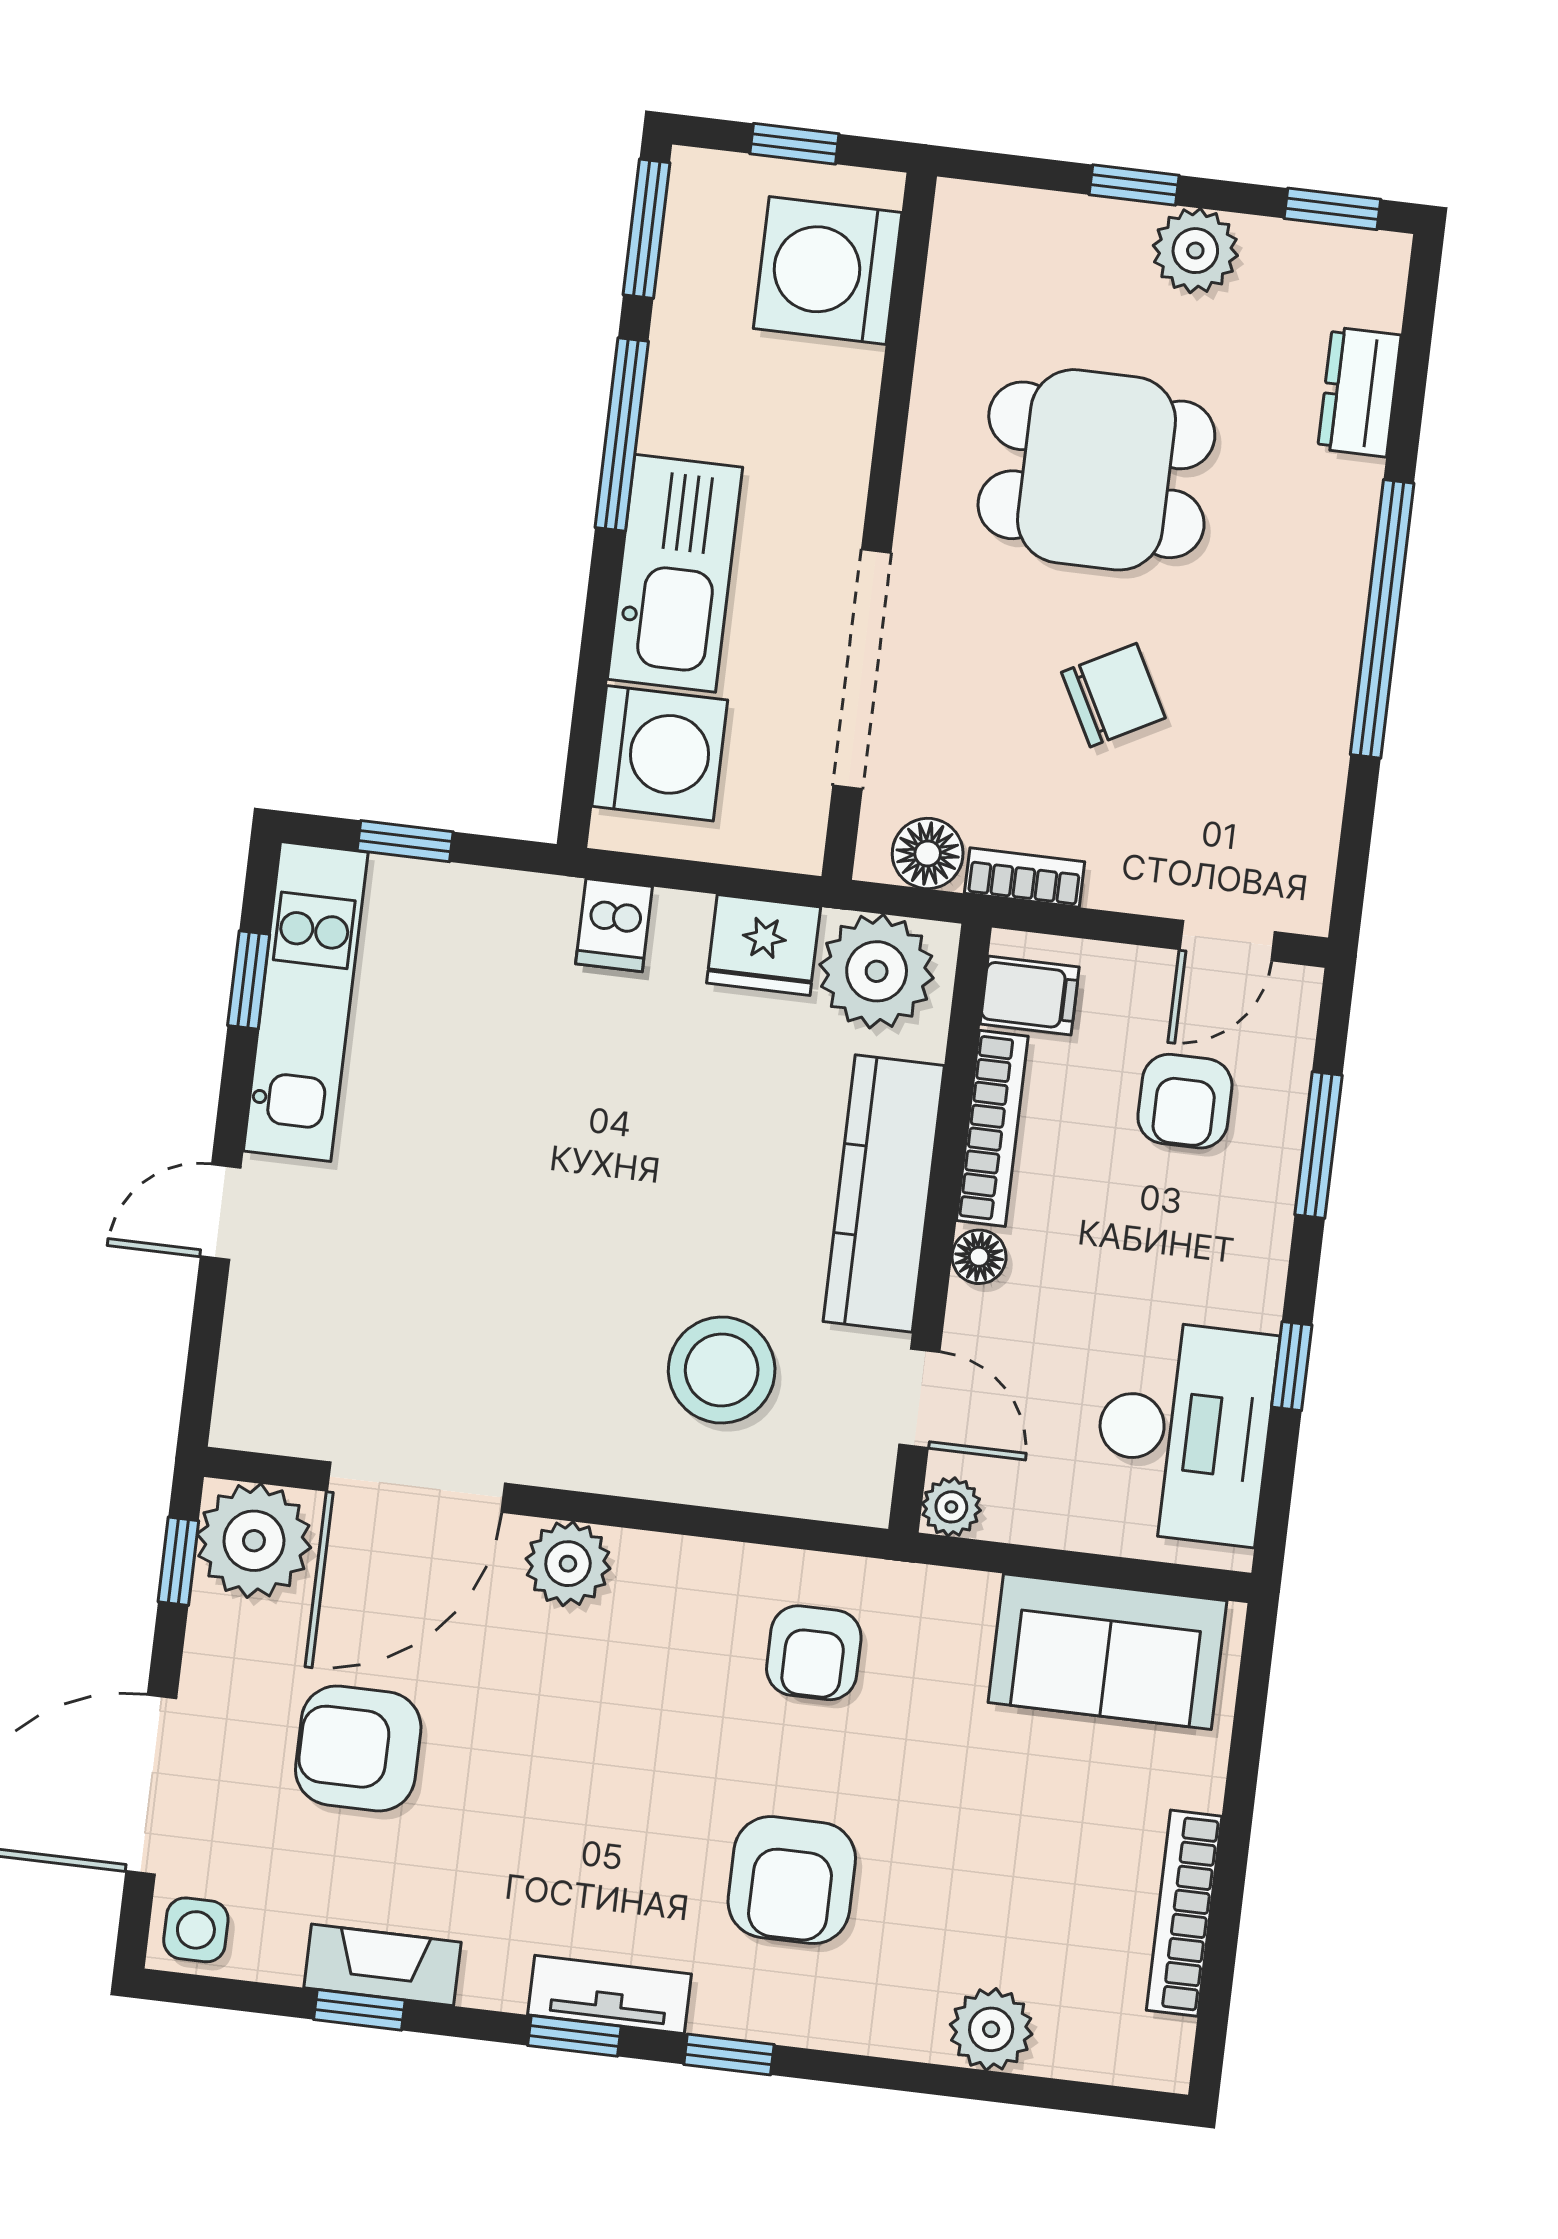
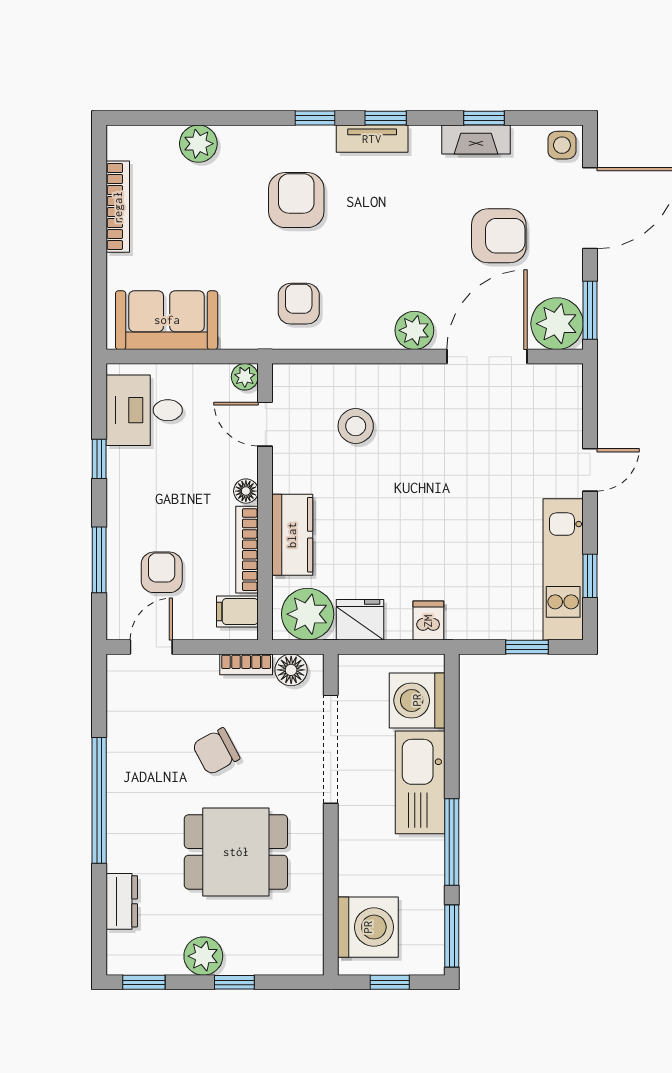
kitchen counter: (884, 1193) -> (292, 535), width x0.67
stool: (722, 1370) -> (356, 426), width x0.73, depth x0.73
desk: (1184, 1432) -> (144, 410), width x0.73
window: (178, 1561) -> (590, 310), width x1.50

